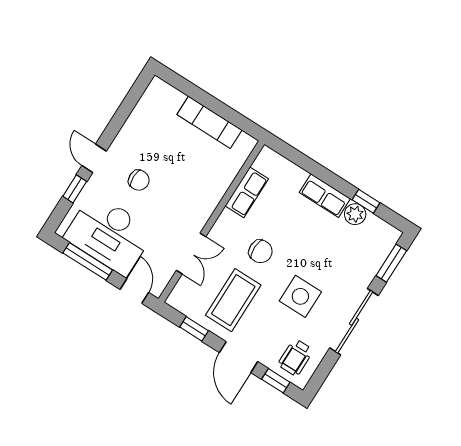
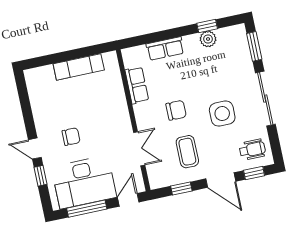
row of seats: (325, 196) -> (165, 49), moved
door: (134, 291) -> (128, 200), hinge flipped
coffee table: (233, 300) -> (187, 152), width x0.73, depth x0.76
wheelchair: (296, 357) -> (252, 150), turned -90

